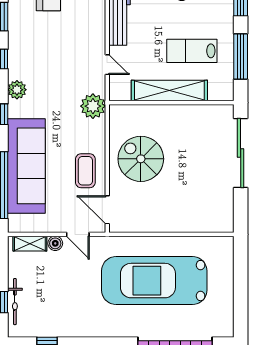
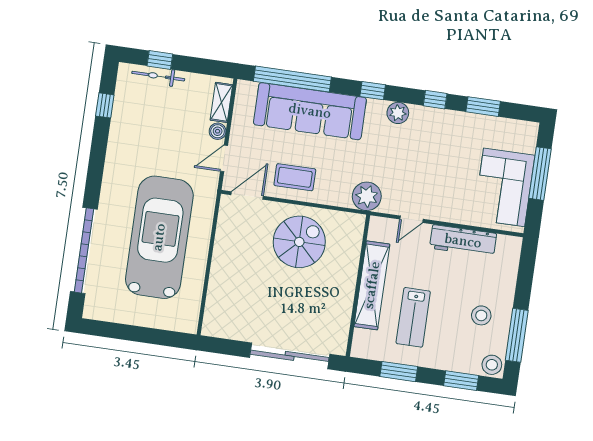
lab bench: (192, 51) -> (413, 317), turned 180
window: (241, 57) -> (399, 372), width x0.69

